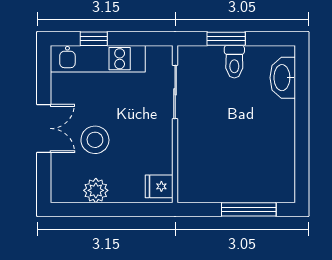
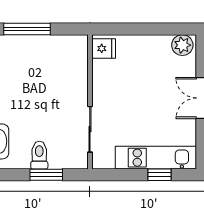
stool: (95, 140) -> (158, 88), removed
plant: (96, 190) -> (182, 45), moved

